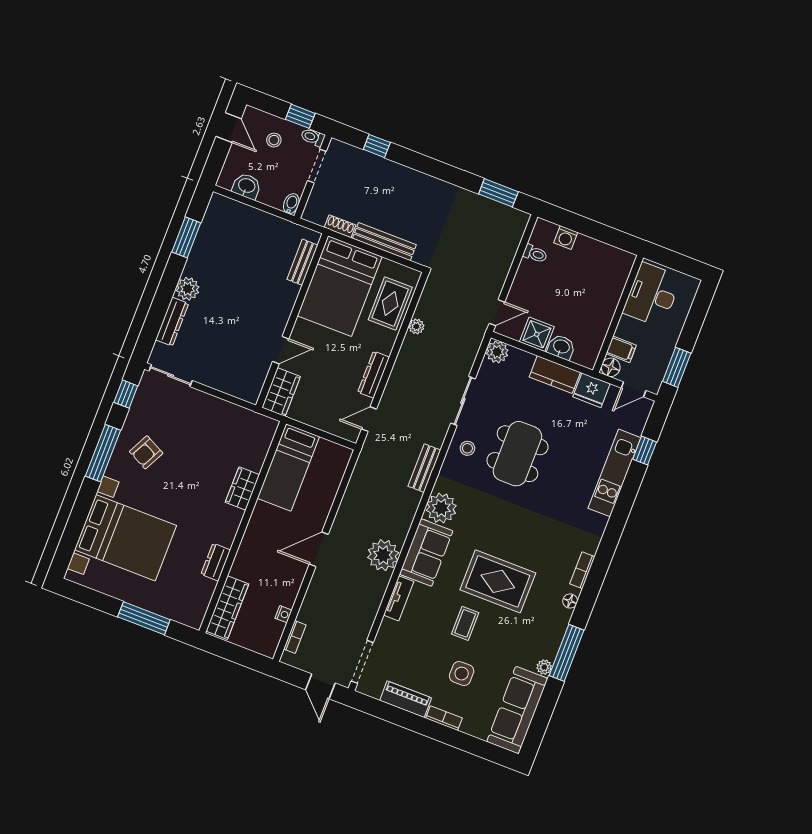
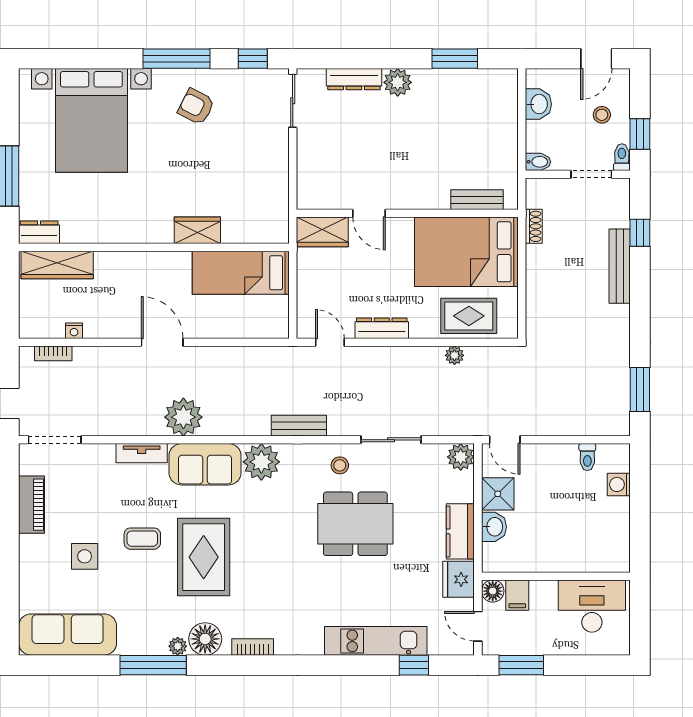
bench: (384, 242) -> (620, 266), moved
dresser: (216, 562) -> (39, 232), moved
floor lamp: (570, 601) -> (205, 639), width x1.89, depth x1.89
plant: (544, 667) -> (178, 646), moved
bookcase: (444, 718) -> (27, 556), removed

